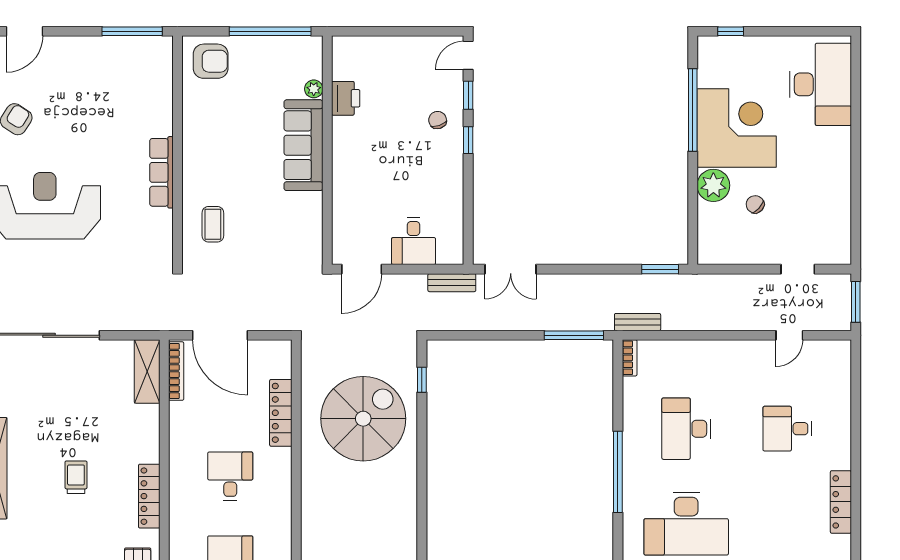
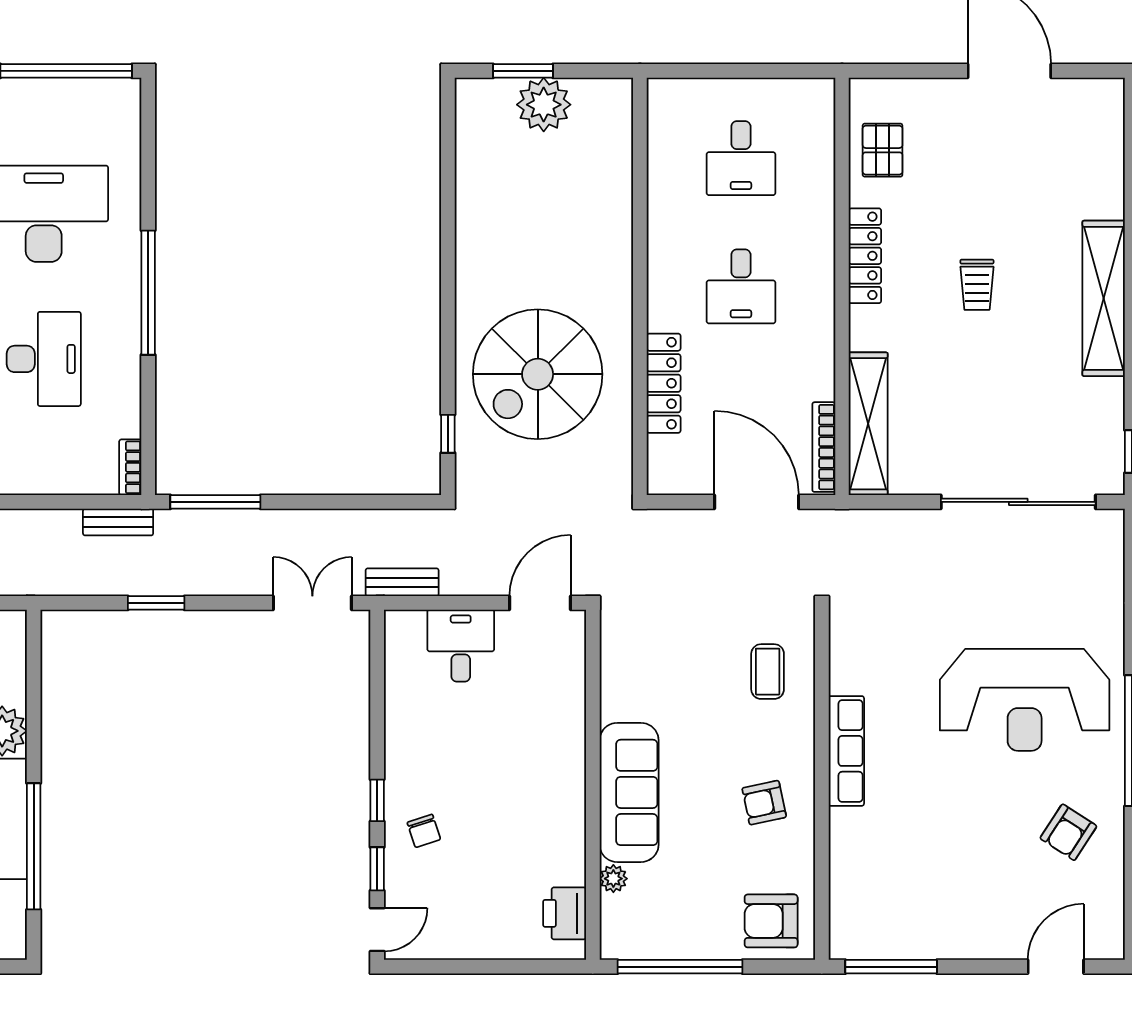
printer: (346, 98) -> (565, 913), moved
armchair: (215, 139) -> (764, 803), added
window: (660, 269) -> (156, 603), moved
shelving: (147, 371) -> (868, 424), width x1.47

